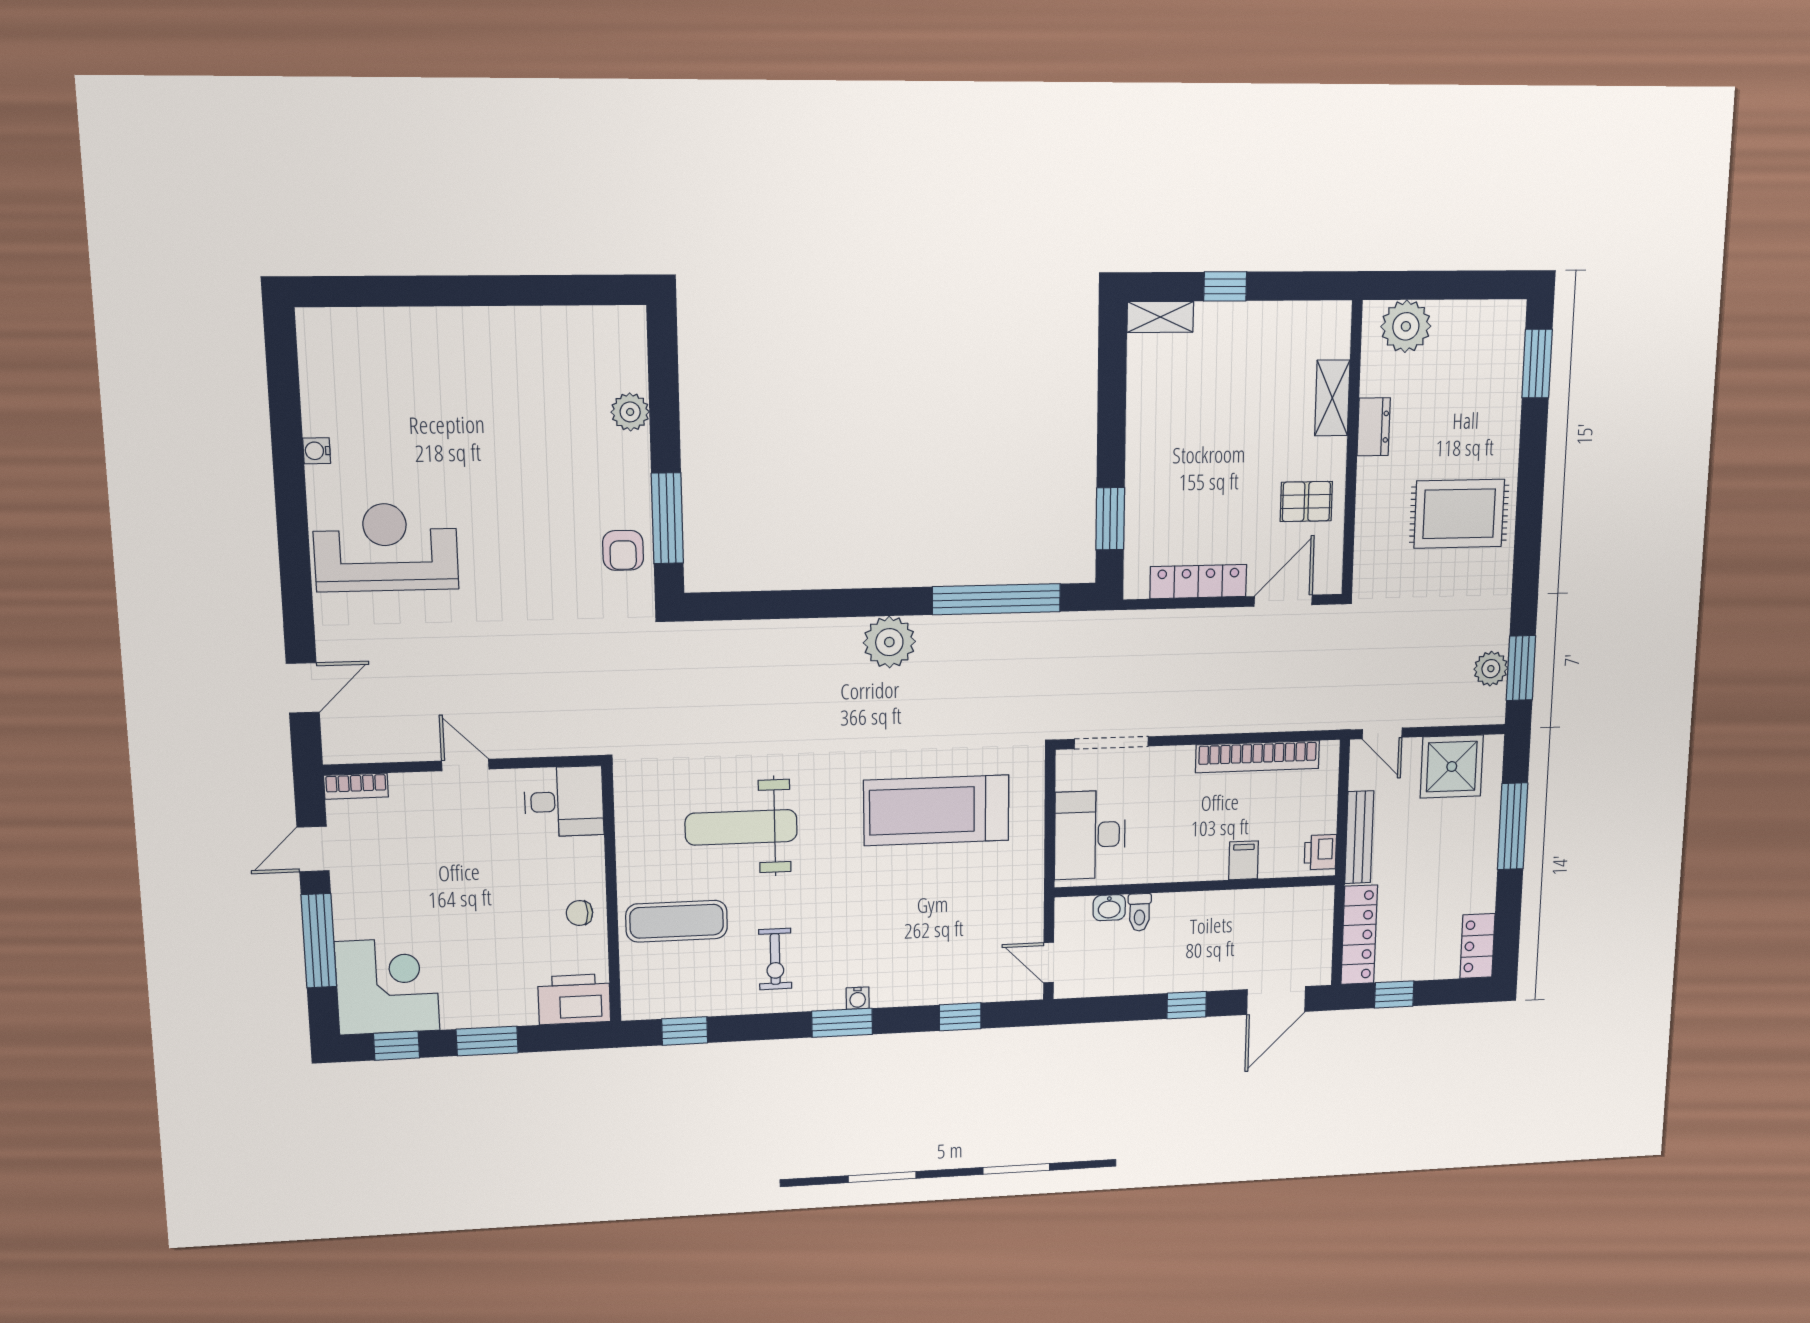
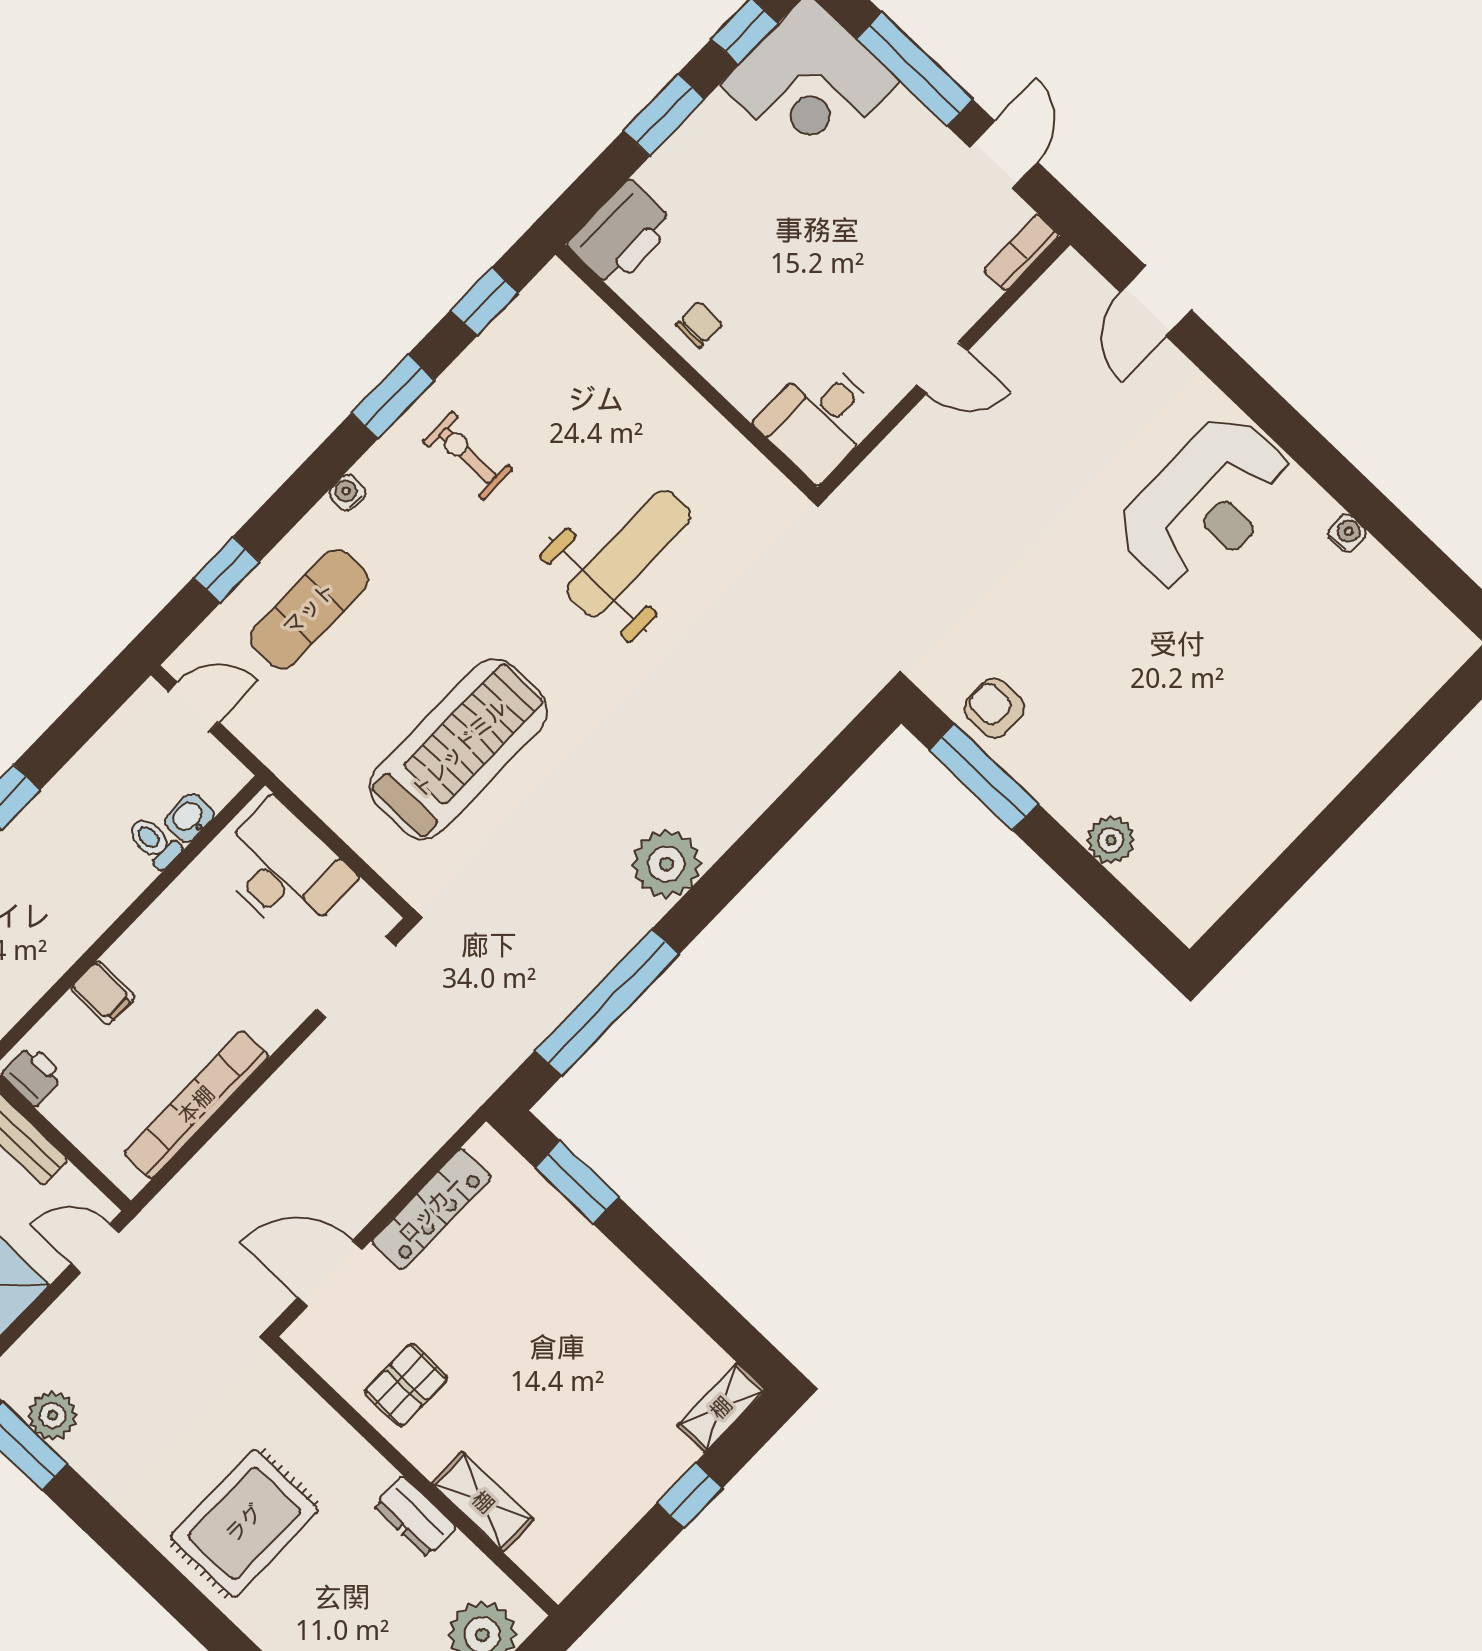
door: (1283, 601) -> (330, 1274), swing flipped
exercise mat: (677, 921) -> (309, 609), moved
window: (842, 1023) -> (393, 397), moved

